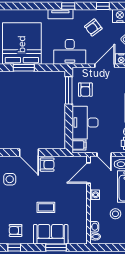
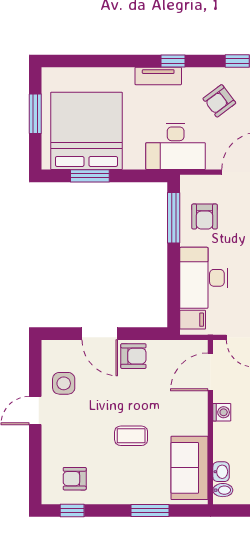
sofa: (51, 234) -> (190, 468), moved, turned -90

